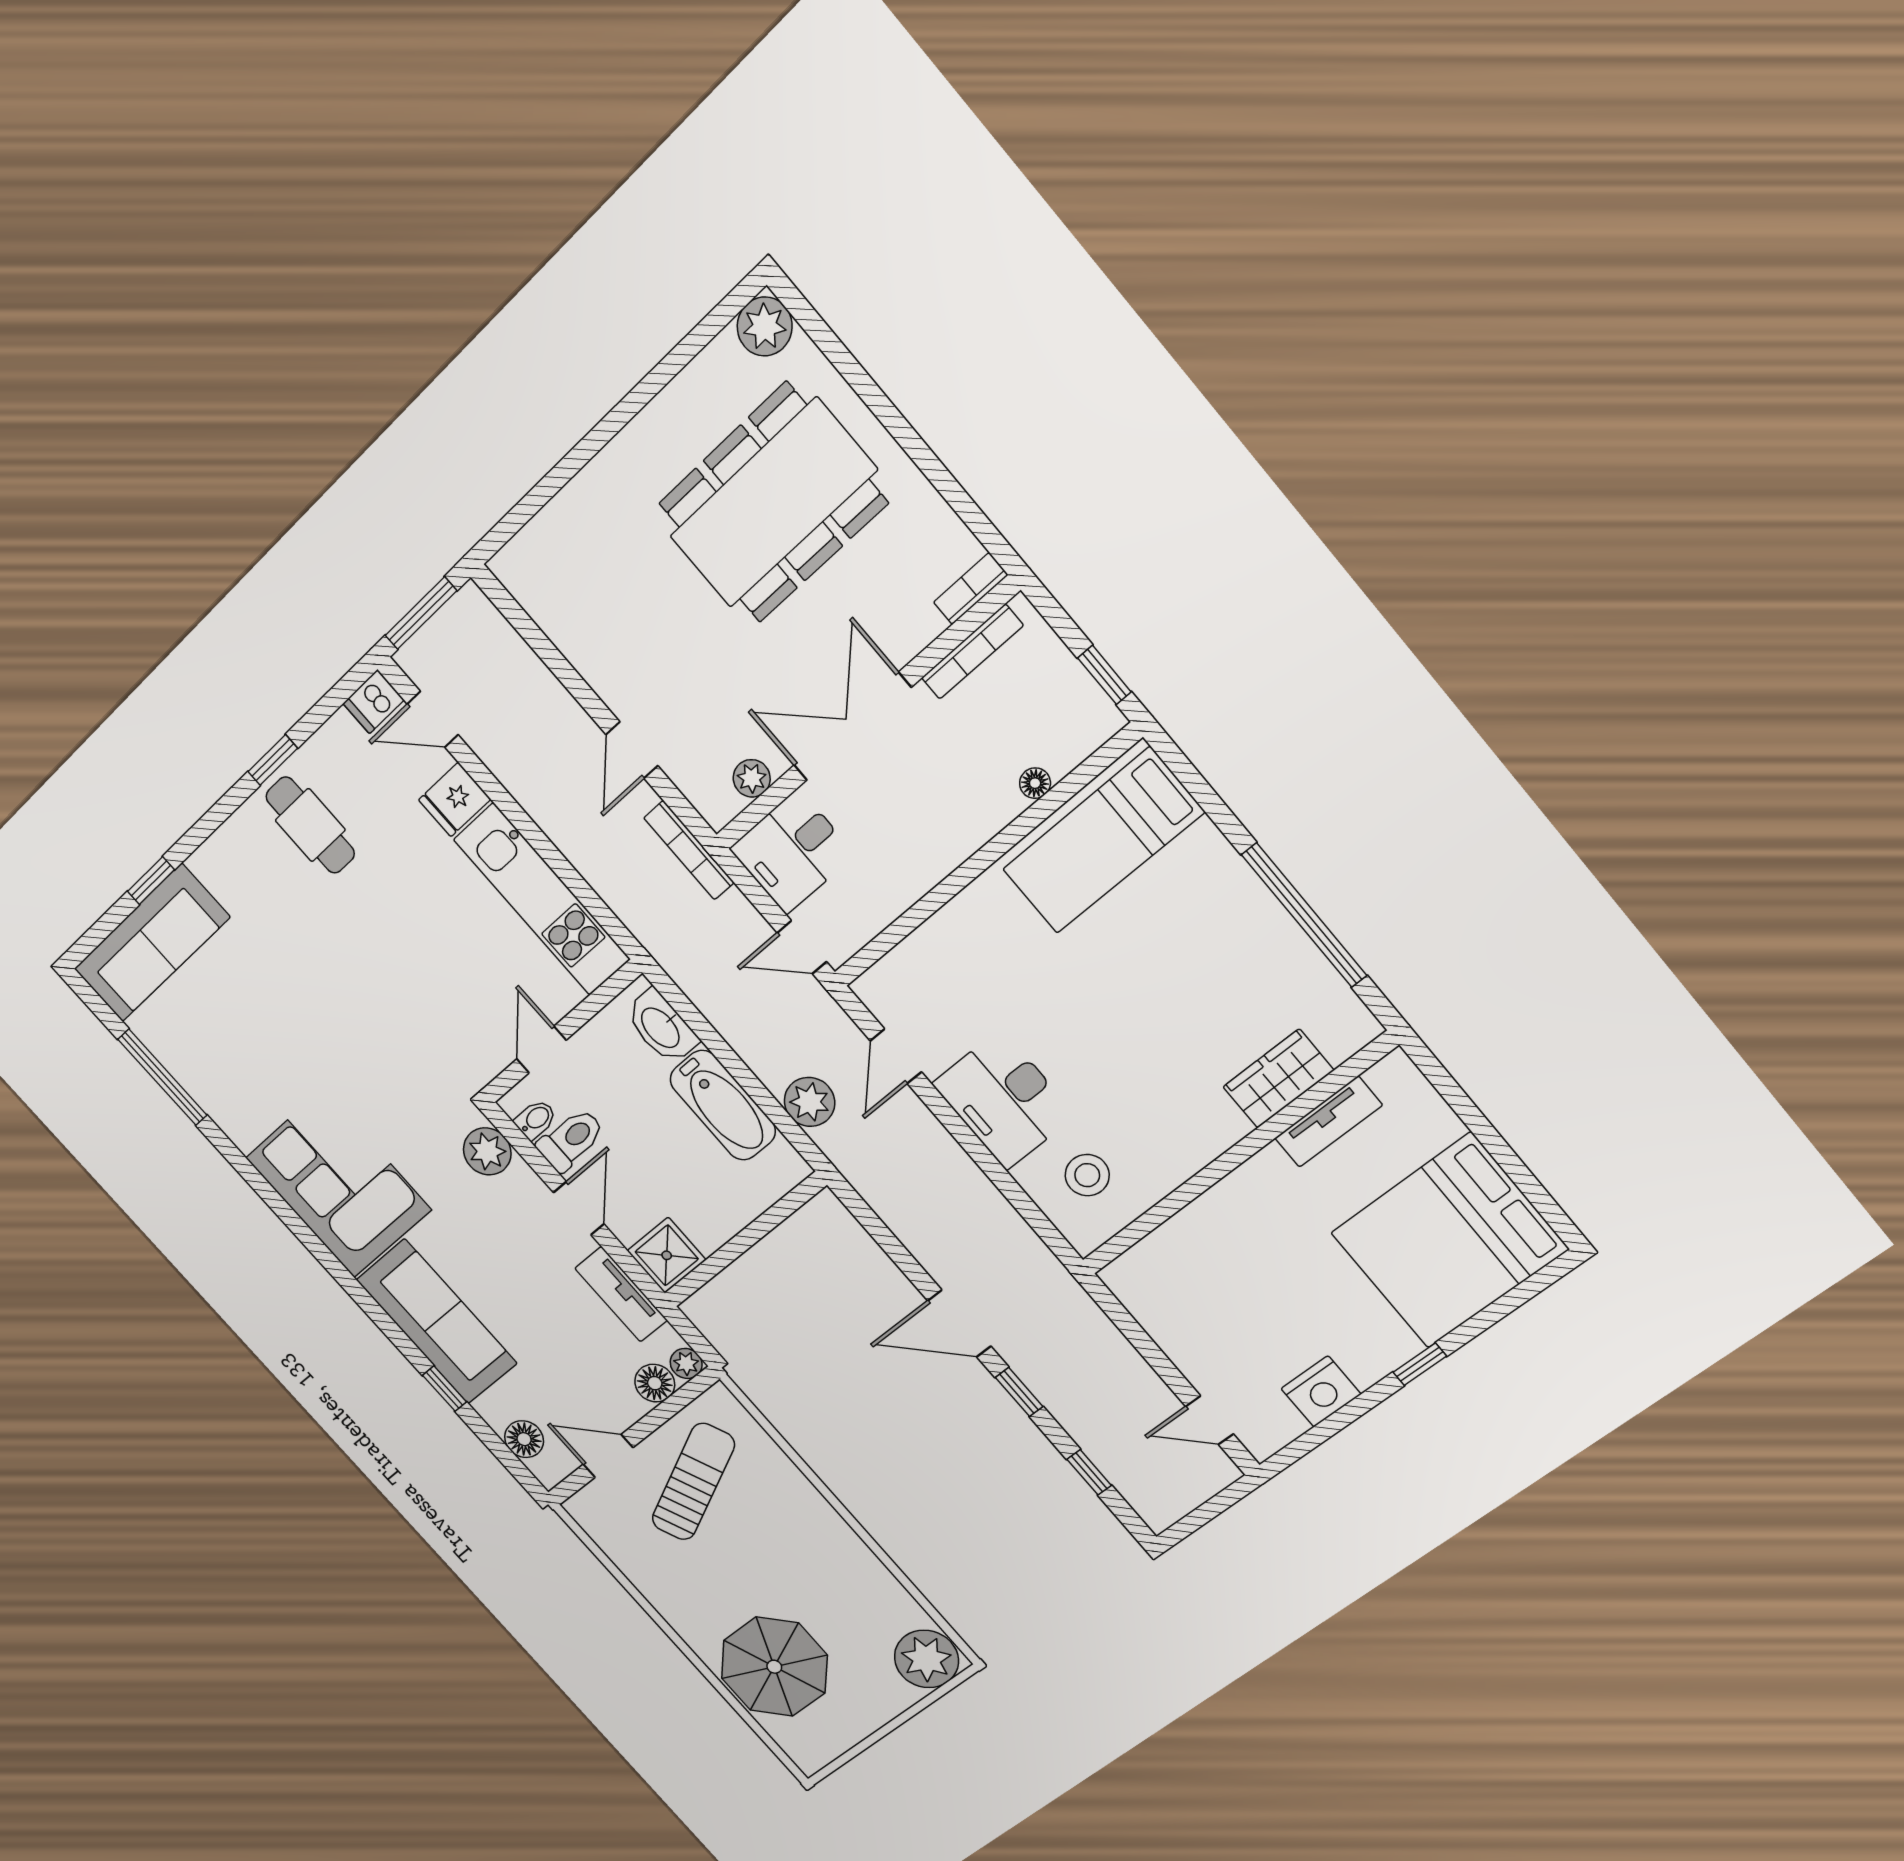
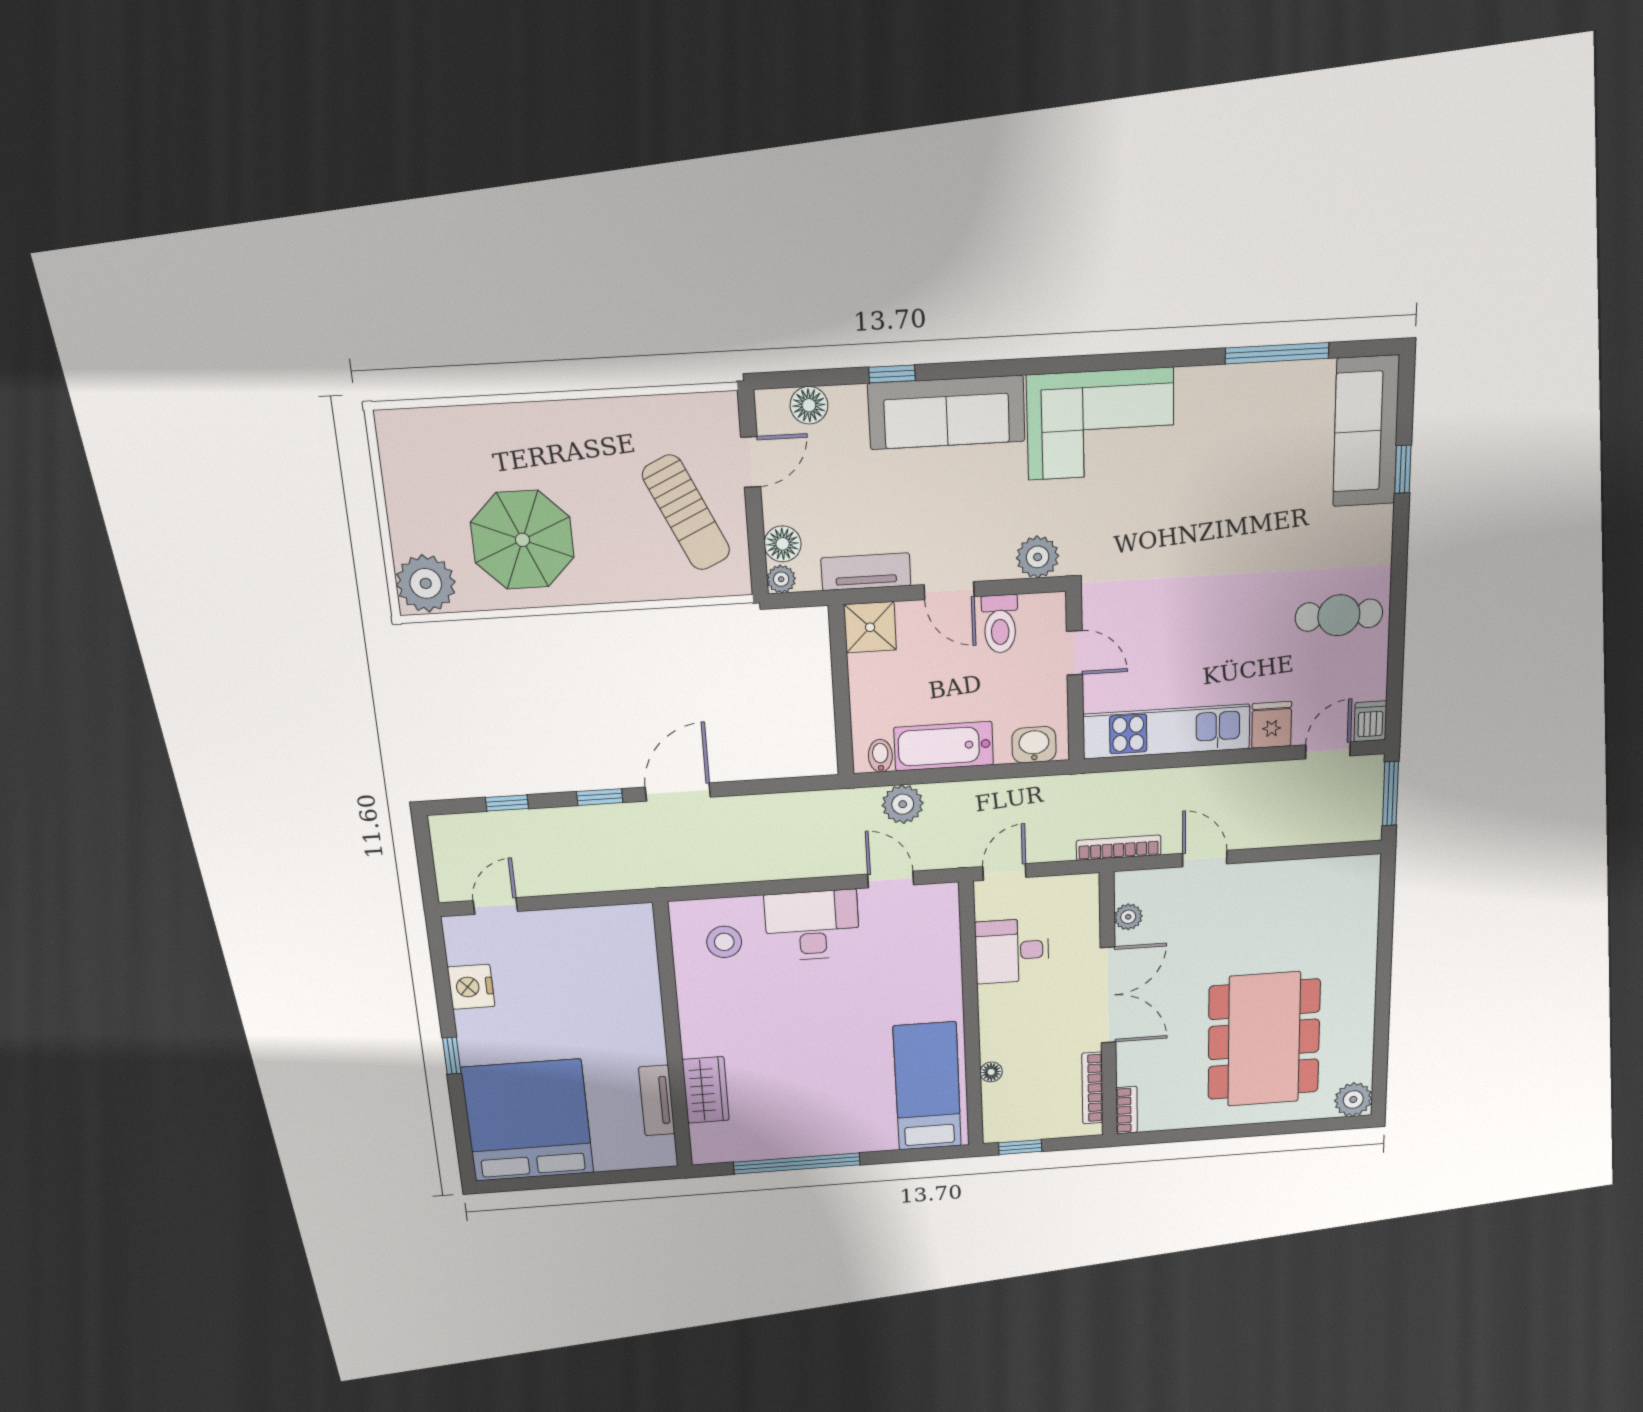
window: (273, 760) -> (1397, 625), removed
desk: (792, 852) -> (1012, 951), moved, turned -90
washbasin: (661, 1027) -> (1034, 745), width x0.72
bidet: (536, 1119) -> (880, 756), moved, turned 180
parasol: (774, 1667) -> (522, 540), moved

